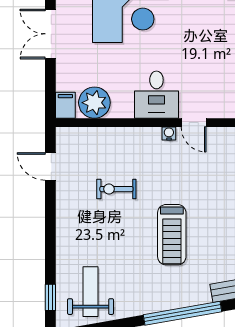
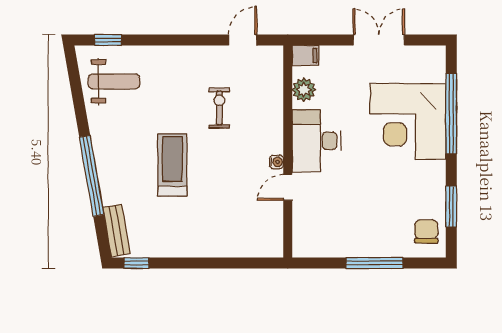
desk: (156, 95) -> (316, 141), width x1.37
plant: (94, 103) -> (304, 90), width x0.73, depth x0.73
treadmill: (172, 235) -> (172, 165), turned 90

